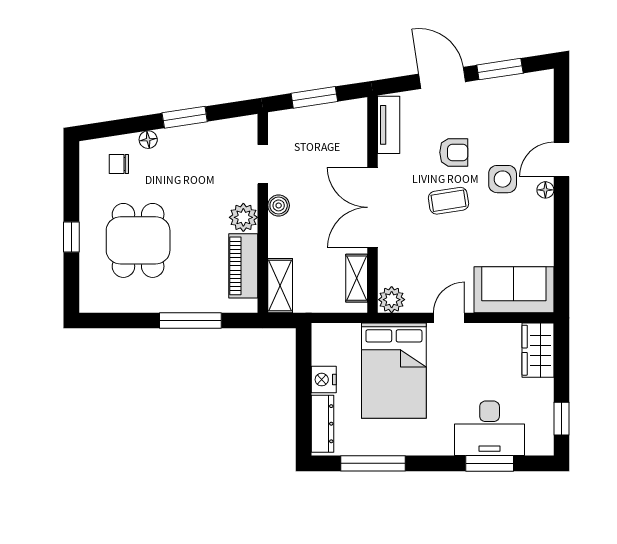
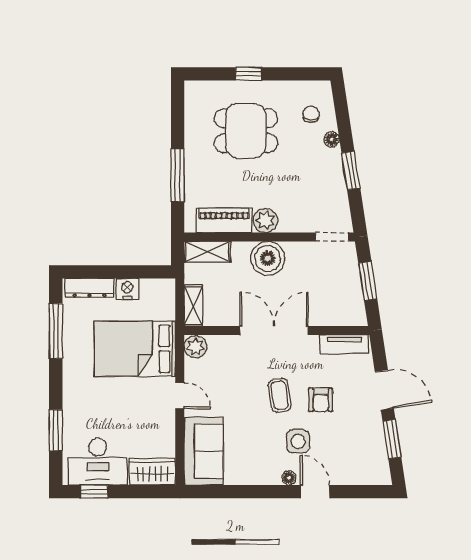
door: (442, 78) -> (384, 390), hinge flipped
doorway: (263, 164) -> (332, 237), moved
boiler: (279, 205) -> (268, 258), width x1.86, depth x1.86
shelving: (357, 278) -> (193, 306), moved, turned 90
desk: (490, 428) -> (98, 462), moved, turned -90

